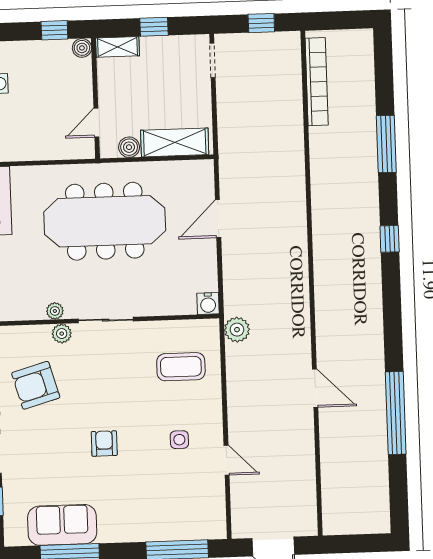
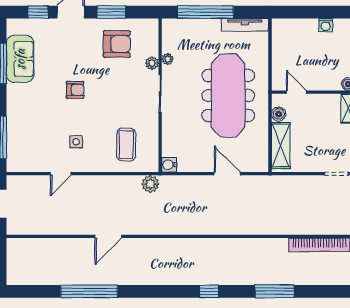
armchair: (36, 385) -> (117, 44), turned 106

